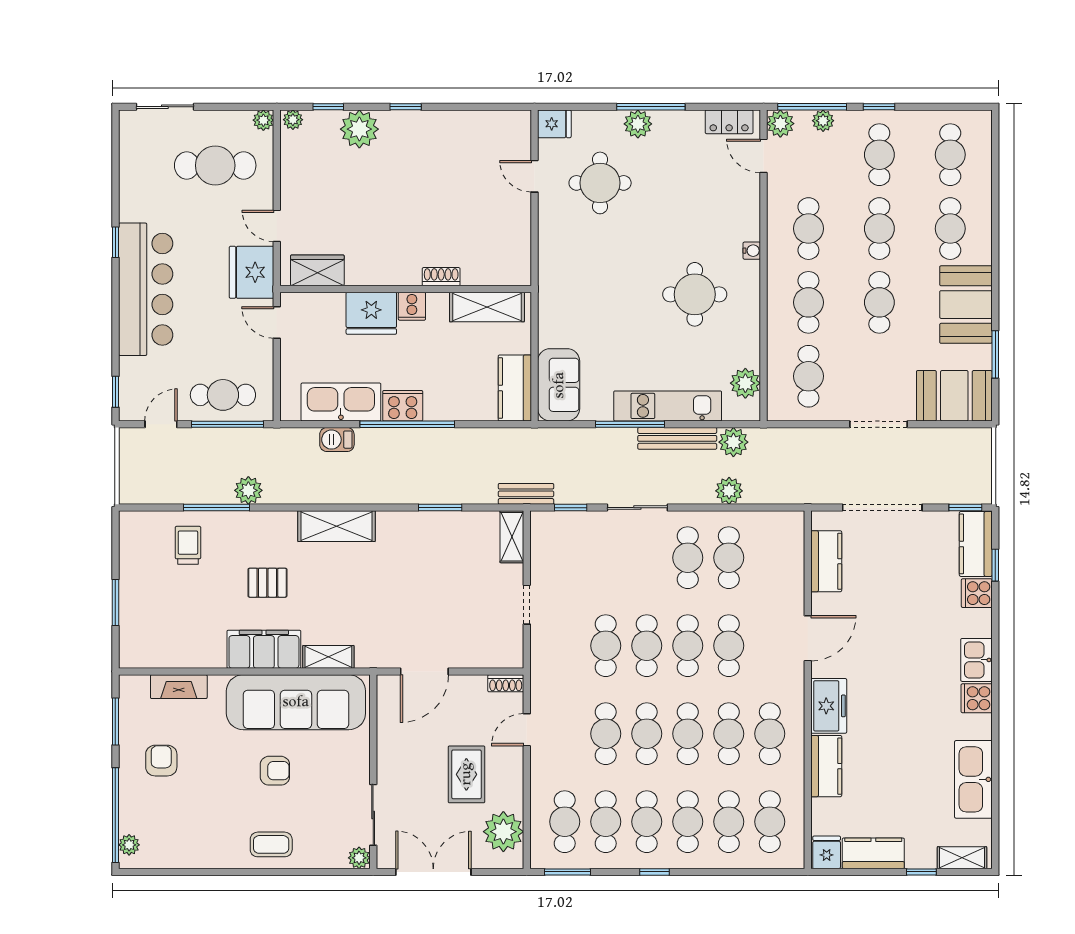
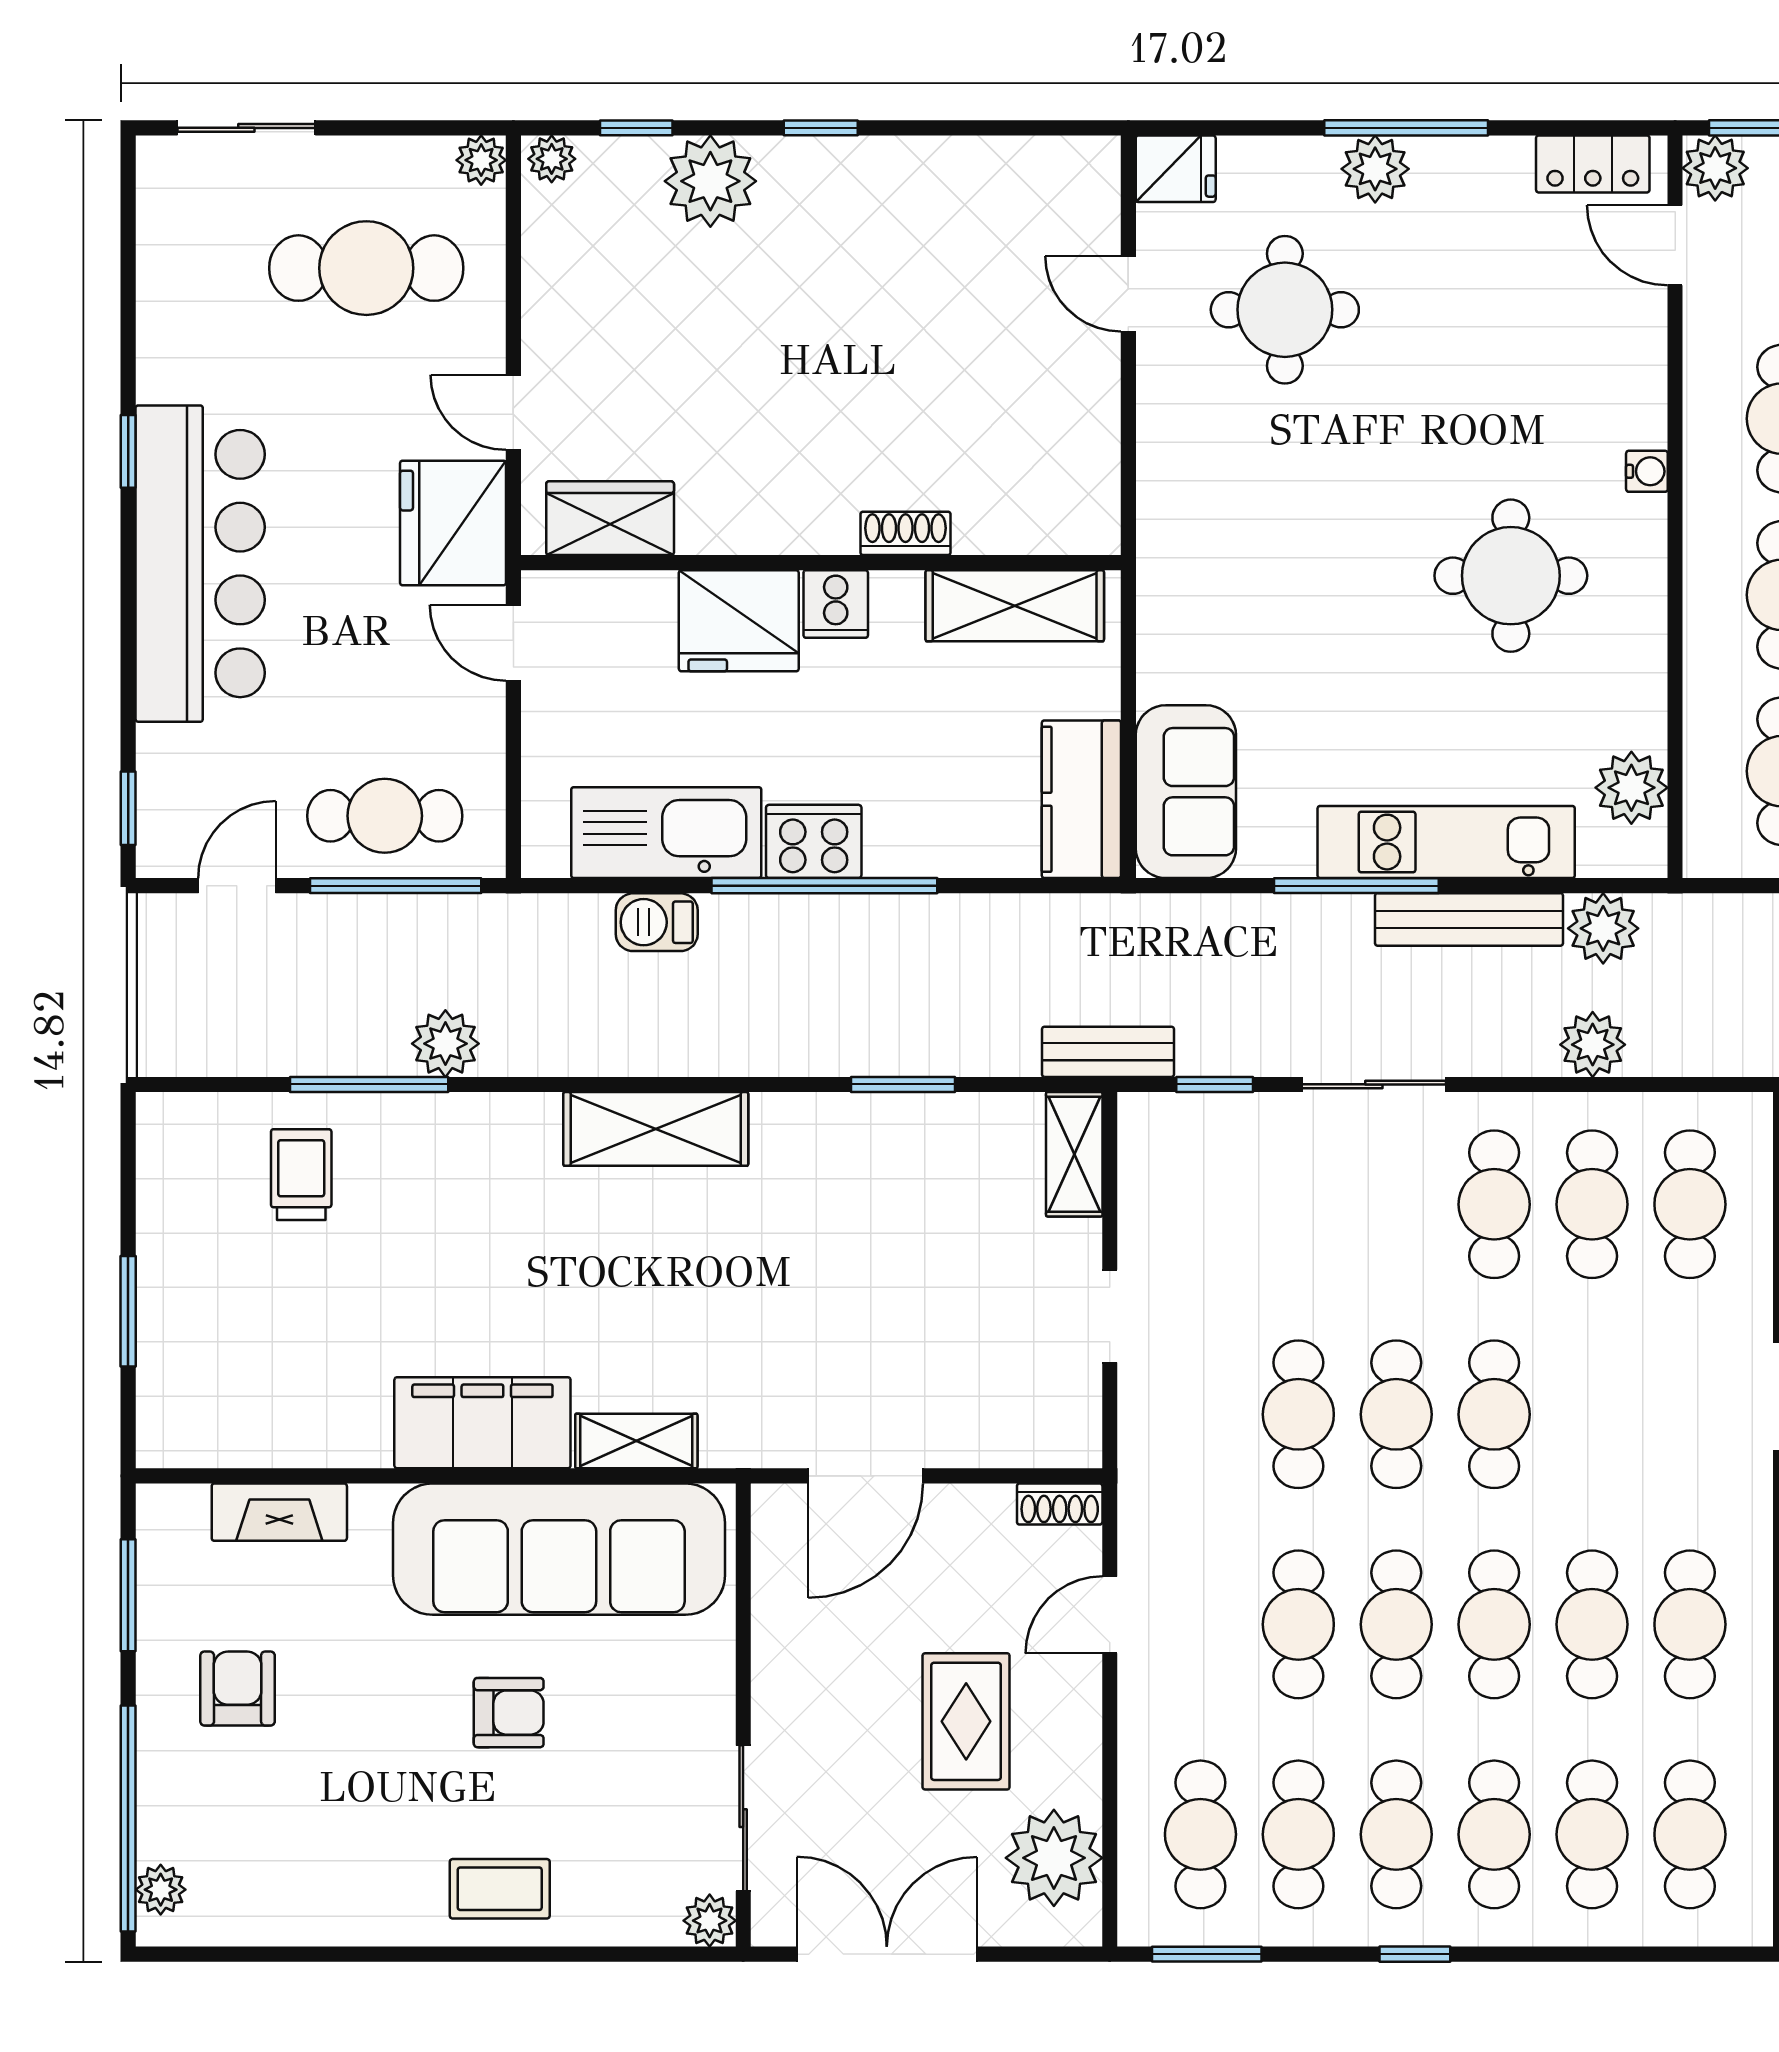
pallet: (267, 583) -> (491, 1264), removed
cafe table: (729, 646) -> (1690, 1204), moved

